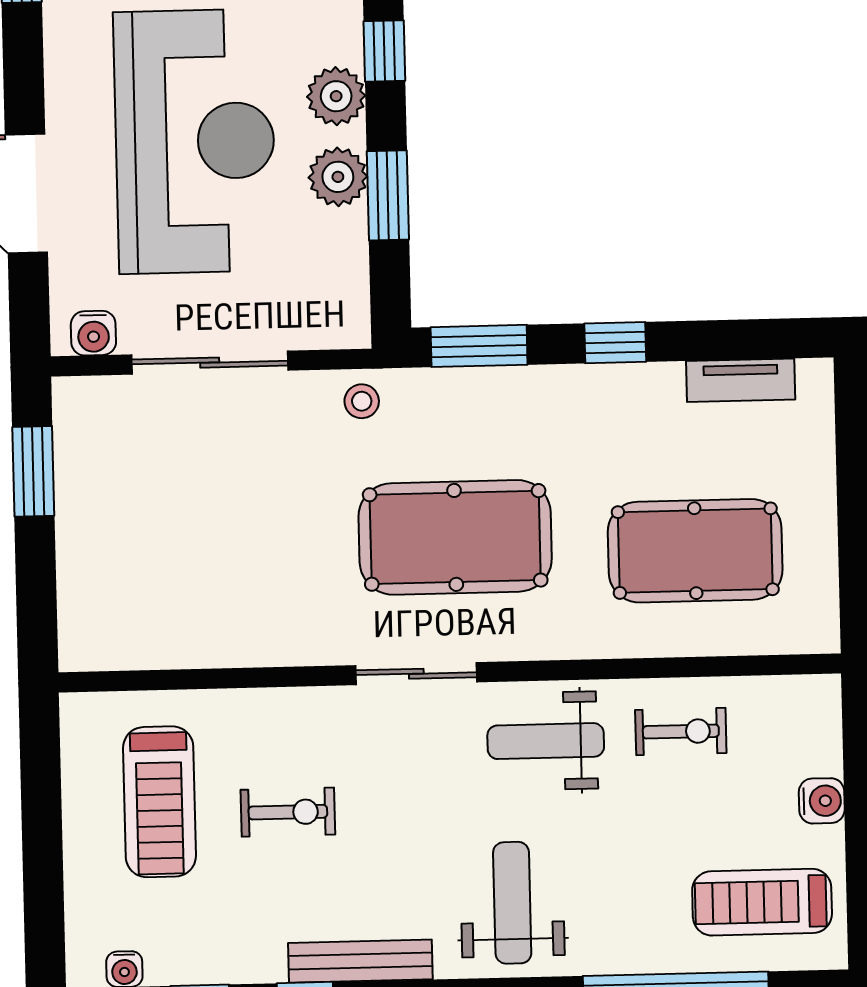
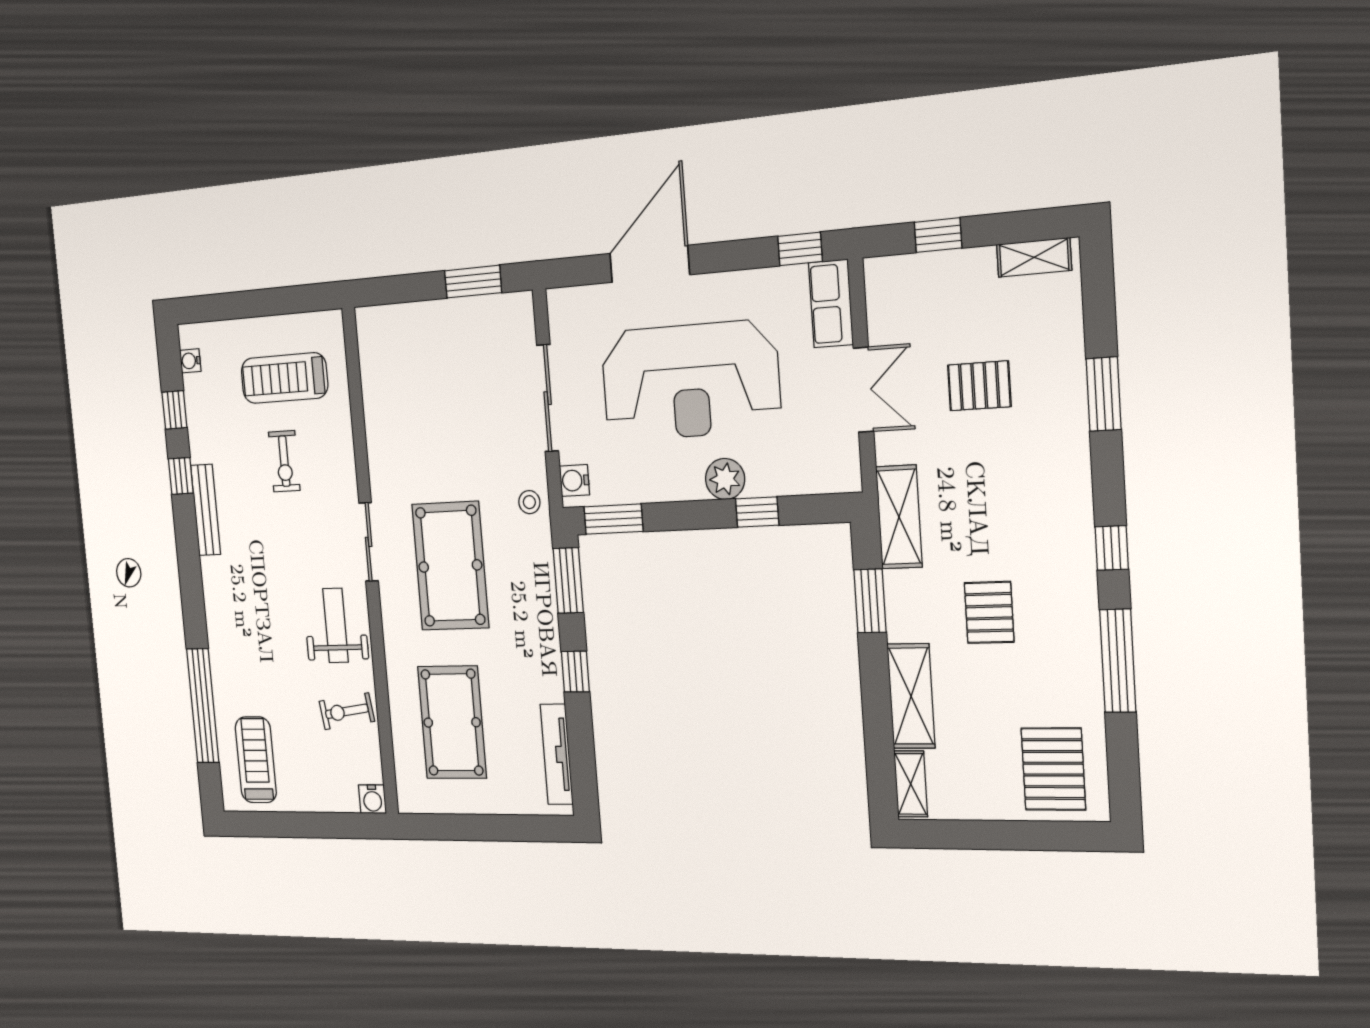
plant: (338, 177) -> (672, 482), removed
window: (388, 195) -> (613, 519), moved
water cooler: (93, 333) -> (574, 480), moved
tv unit: (741, 380) -> (557, 754), width x1.41
exercise bike: (681, 731) -> (347, 711), turned 82
water cooler: (822, 801) -> (372, 799), moved
weight bench: (512, 903) -> (244, 605), removed

